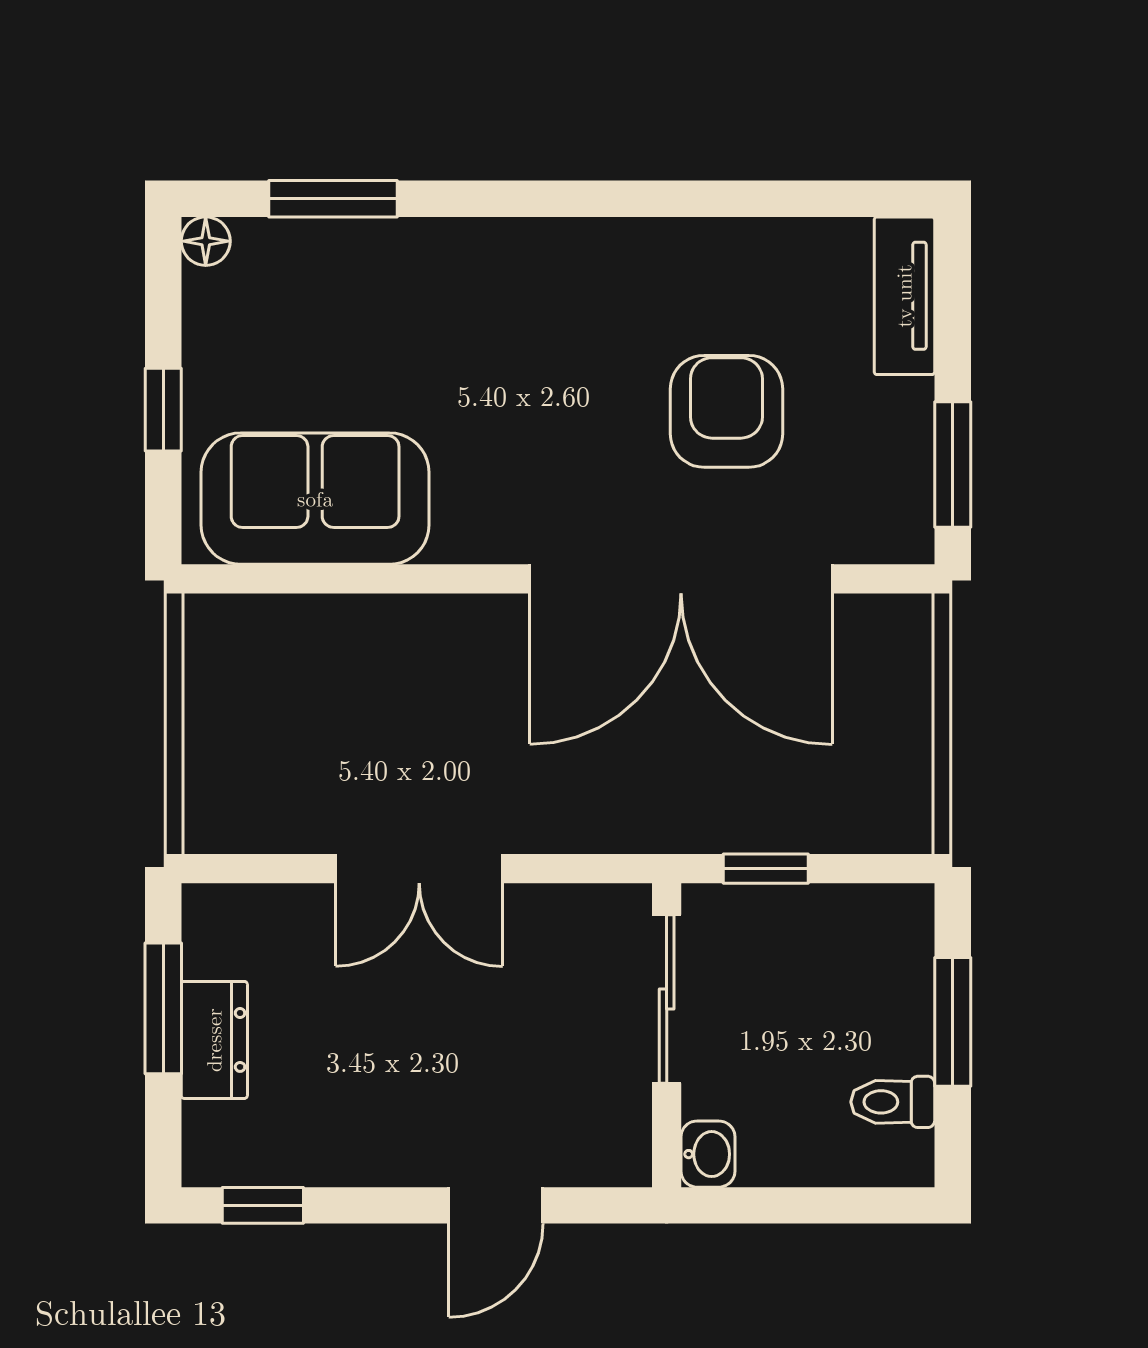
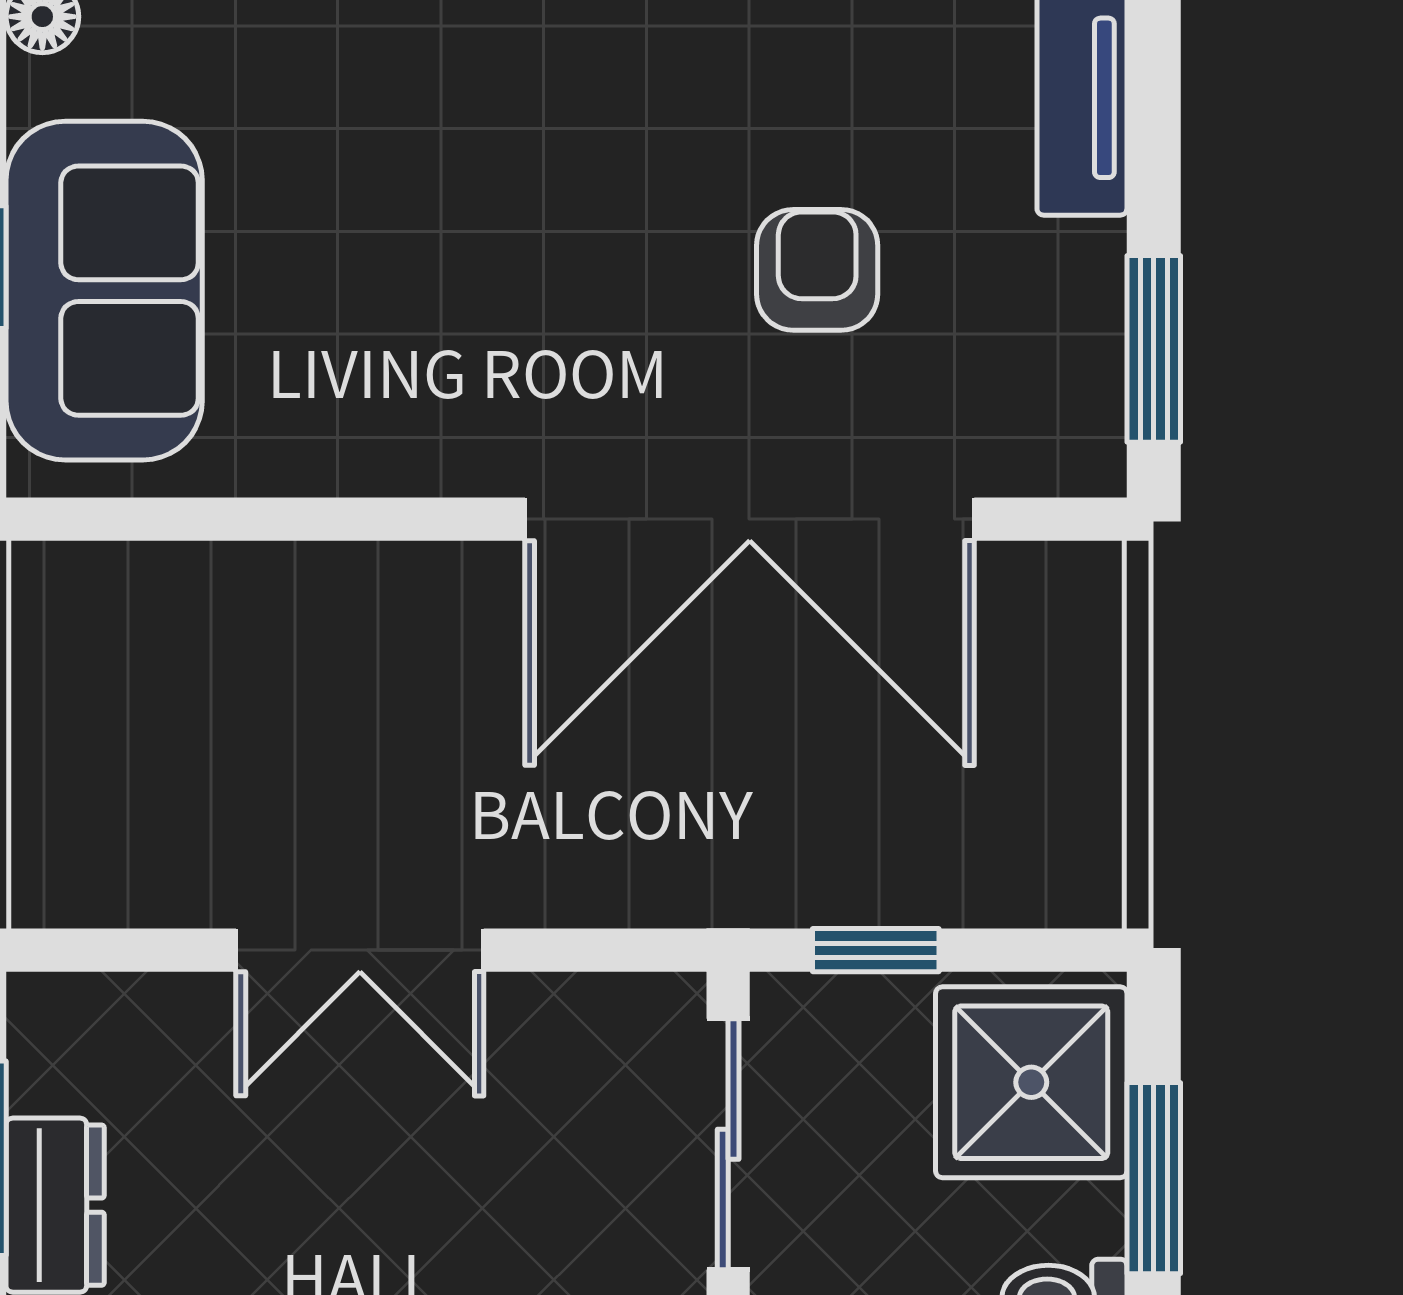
armchair: (726, 411) -> (817, 270), width x0.72, depth x0.72
sofa: (315, 499) -> (104, 291), moved, turned 90
shower: (870, 957) -> (1031, 1082), added

